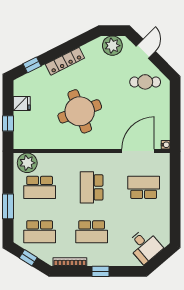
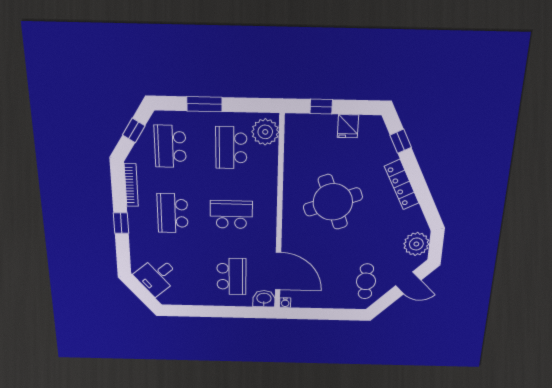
washbasin: (163, 162) -> (264, 299), added

